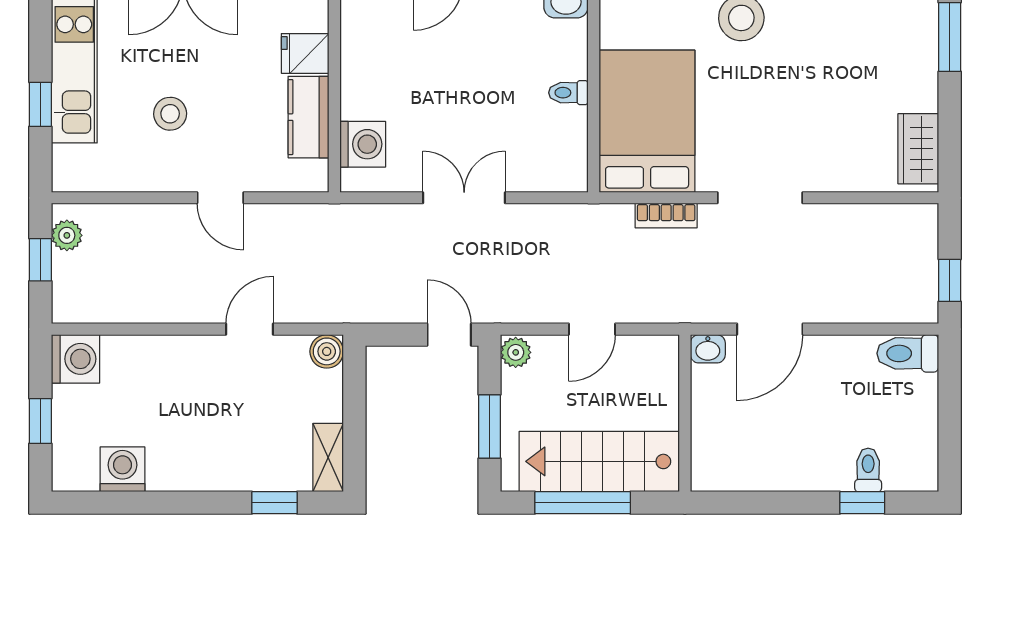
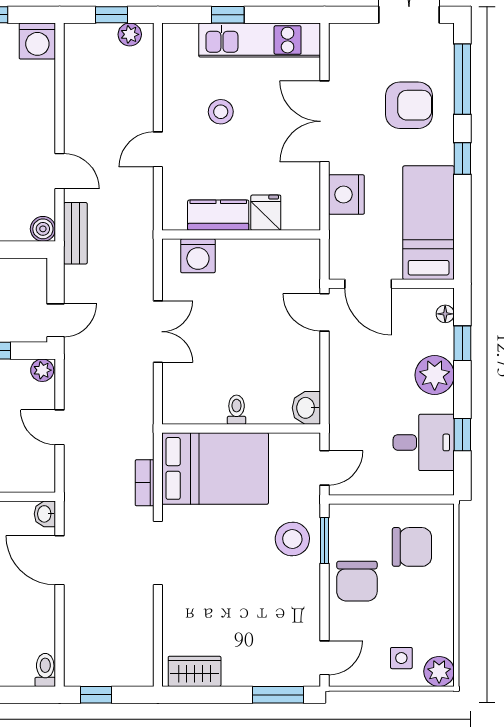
bench: (333, 308) -> (75, 233), added
toilet: (908, 353) -> (45, 670), width x0.73, depth x0.72

